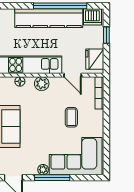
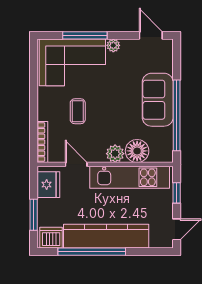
window: (106, 35) -> (34, 215), width x1.50
floor lamp: (20, 81) -> (137, 151), width x1.89, depth x1.89
window: (52, 178) -> (85, 35), moved

